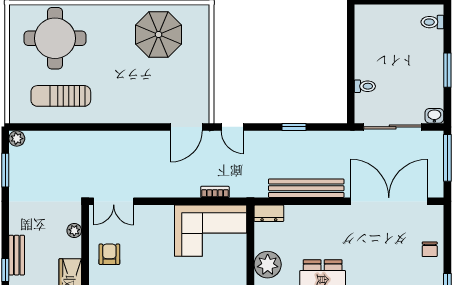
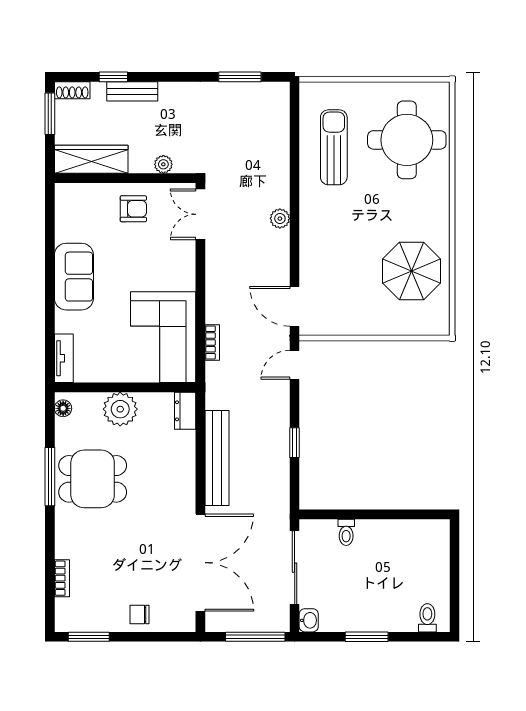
plant: (17, 139) -> (280, 219), moved

